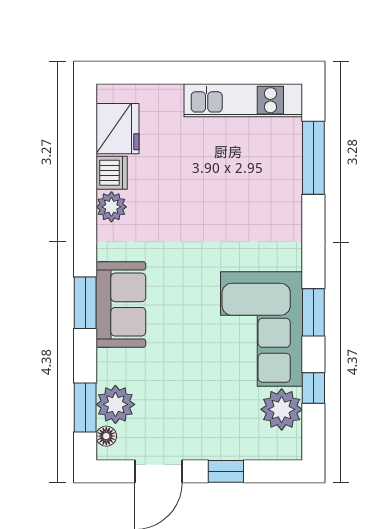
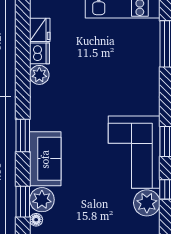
fridge: (118, 129) -> (40, 30), width x0.73, depth x0.75
sofa: (121, 305) -> (45, 159), moved

